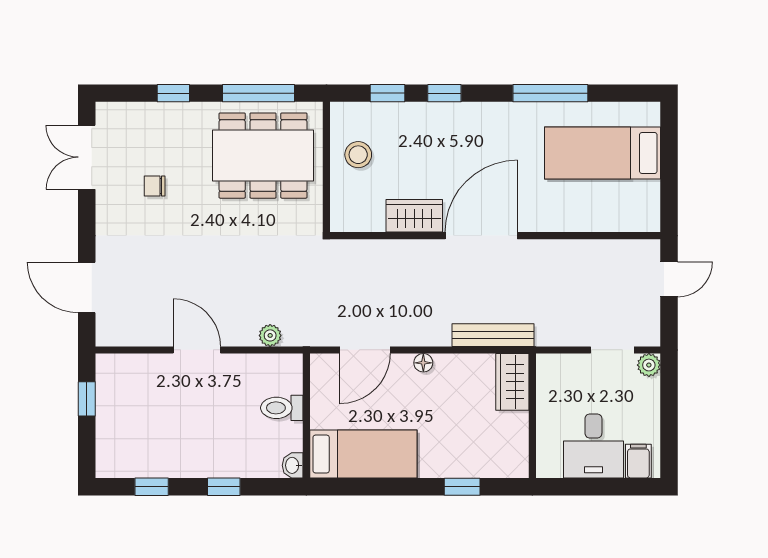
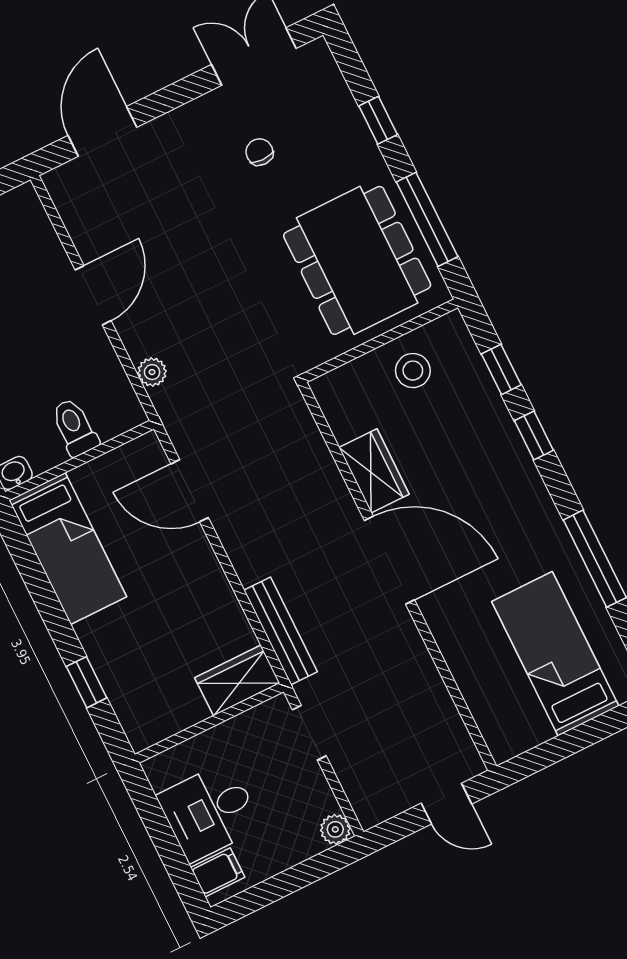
doorway: (612, 350) -> (309, 733), moved
floor lamp: (423, 363) -> (208, 566), removed

